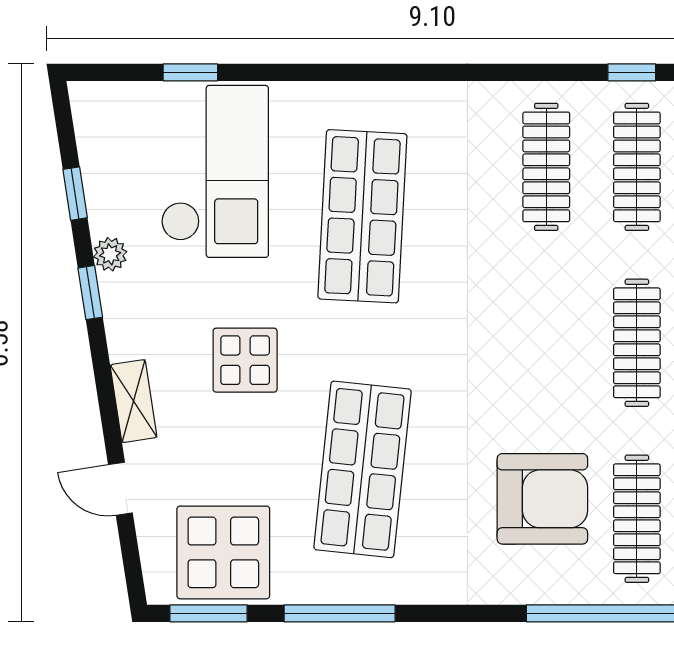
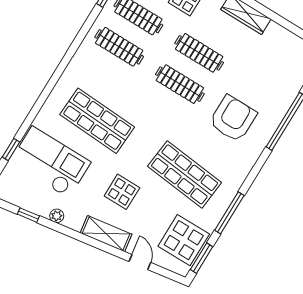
window: (90, 293) -> (66, 231), removed
shelving: (134, 401) -> (106, 234), width x1.50, depth x1.33
door: (120, 489) -> (140, 262), swing flipped
clothes rail: (637, 519) -> (180, 84), moved

